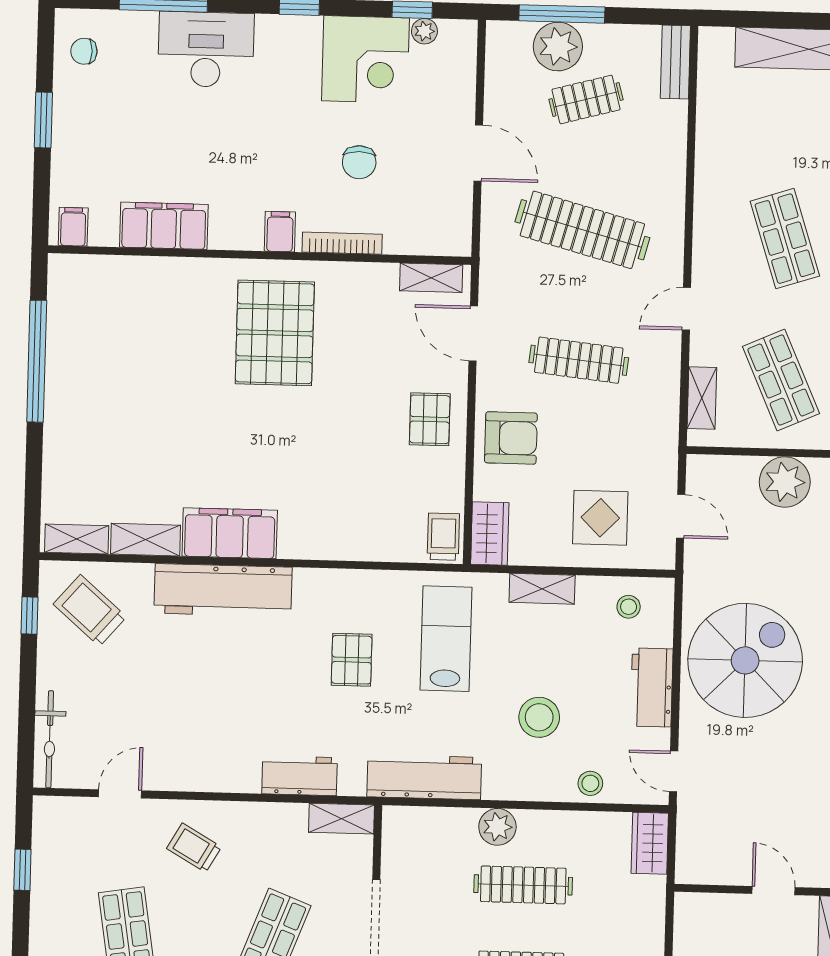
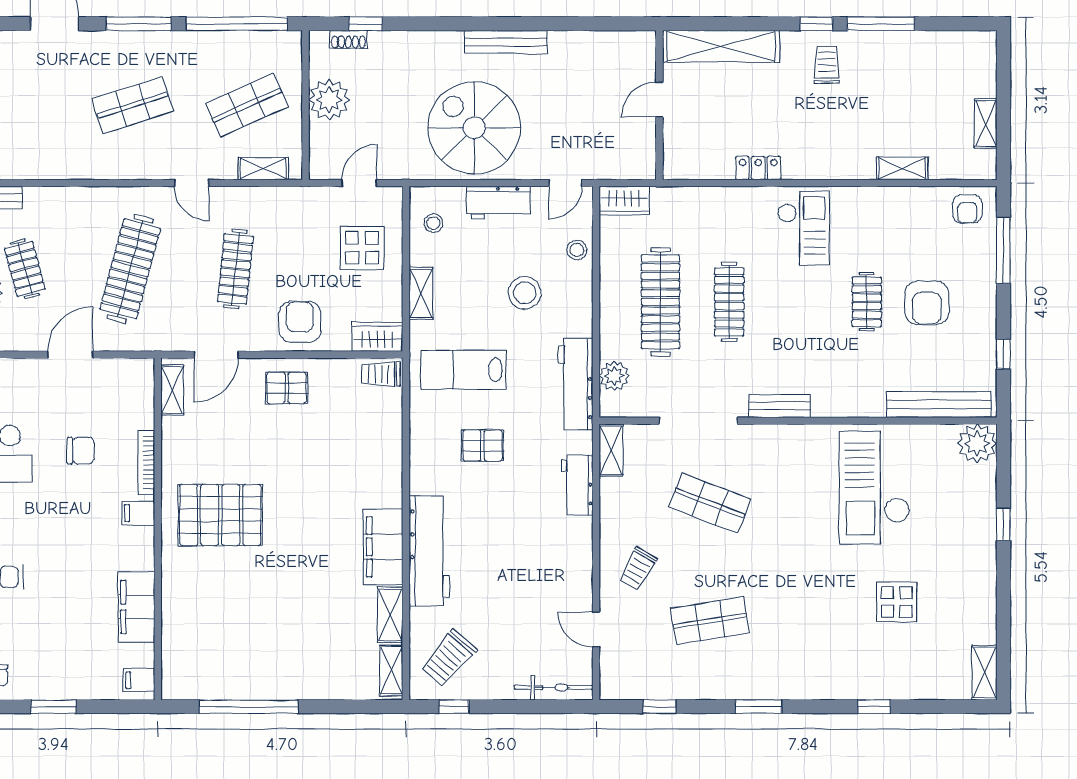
plant: (497, 827) -> (614, 376), moved
clothes rail: (523, 885) -> (660, 302), width x1.37, depth x1.31

